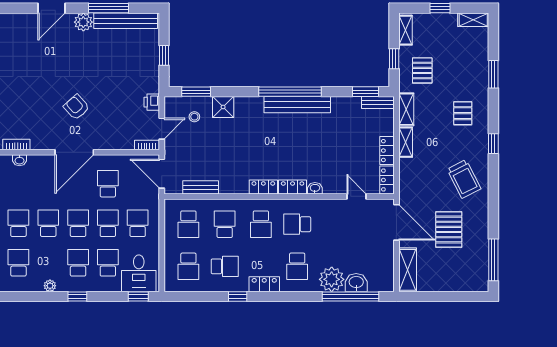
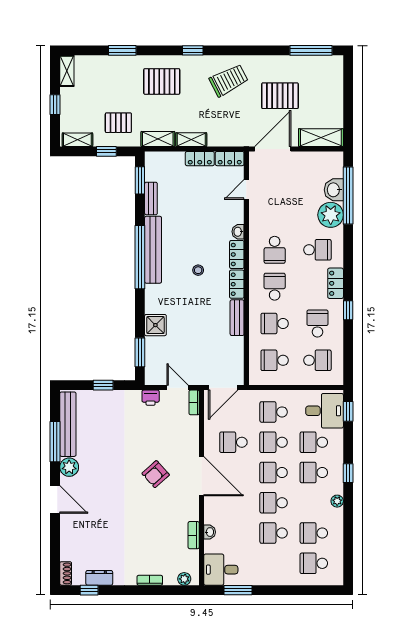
bench: (378, 103) -> (151, 198), moved
pallet: (463, 113) -> (162, 81), width x1.50, depth x1.42
stool: (194, 117) -> (198, 270), moved
bench: (201, 187) -> (237, 318), moved
school desk: (188, 224) -> (275, 360), turned 180
school desk: (261, 224) -> (275, 287), turned -90

